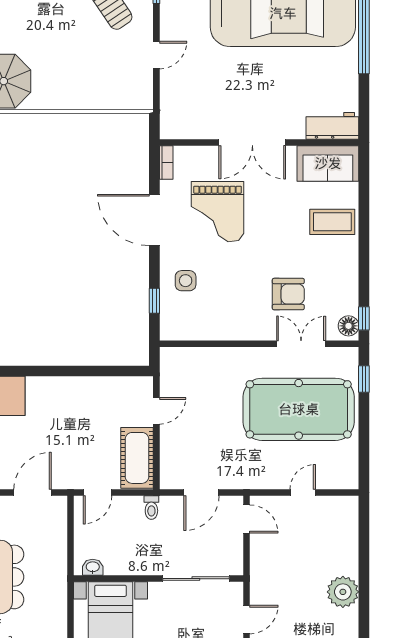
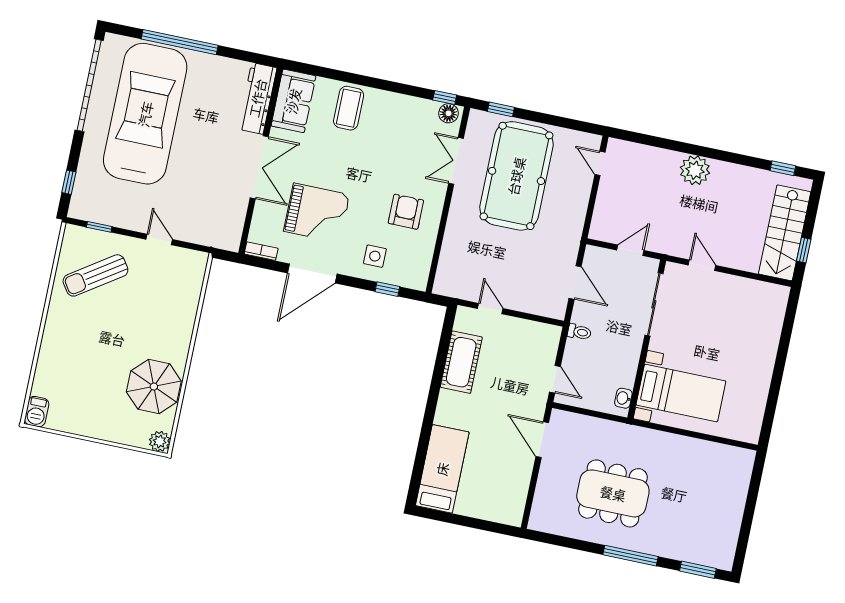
workbench: (332, 126) -> (257, 98), width x1.38
armchair: (288, 294) -> (406, 212), moved
cot: (137, 458) -> (461, 362), moved, turned 90
door: (303, 493) -> (600, 163), moved
door: (247, 519) -> (630, 250), moved

